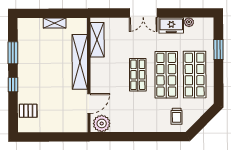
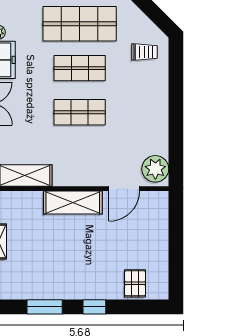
shelving: (80, 62) -> (73, 203), width x0.68
shop shelf: (166, 75) -> (80, 68), width x0.70, depth x0.74
door: (89, 104) -> (124, 189), swing flipped

